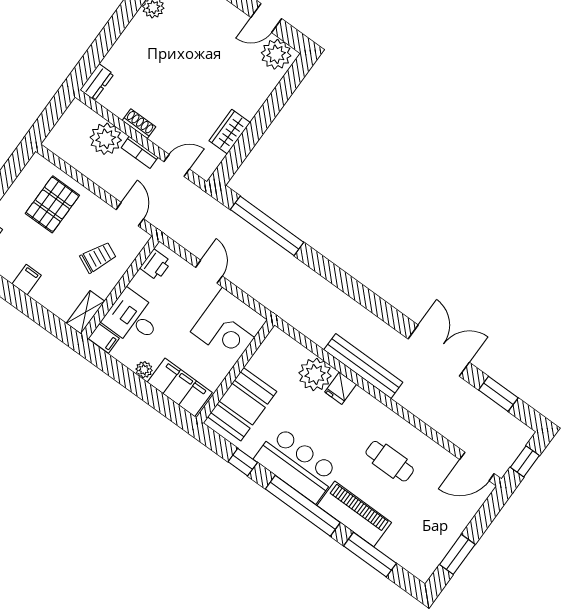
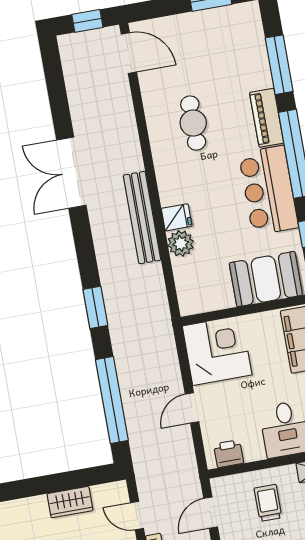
trolley: (98, 257) -> (268, 503), turned 65
plant: (315, 374) -> (181, 243), width x0.73, depth x0.73
window: (498, 394) -> (95, 307), moved
piano: (354, 514) -> (267, 118), width x0.73, depth x0.75

